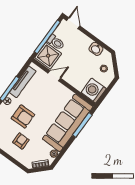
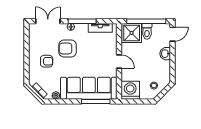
washbasin: (96, 49) -> (165, 54), moved
door: (54, 76) -> (119, 61), moved
tv unit: (23, 82) -> (100, 28), width x0.71
armchair: (23, 117) -> (68, 48), turned 90

